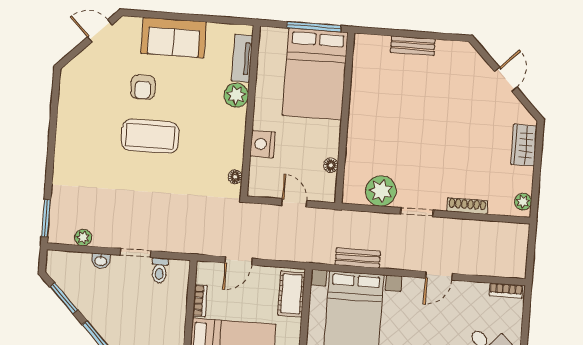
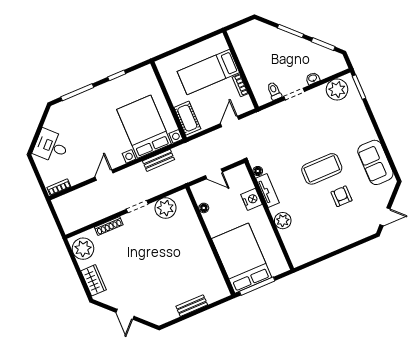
sofa: (174, 38) -> (375, 162), moved, turned -90
tv unit: (242, 58) -> (268, 191), moved
plant: (523, 202) -> (83, 249), width x1.88, depth x1.88
plant: (83, 237) -> (337, 90), width x1.87, depth x1.87

